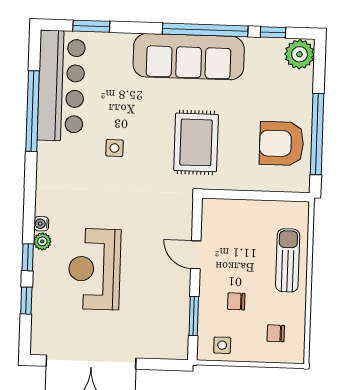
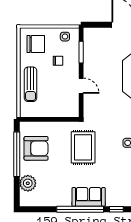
window: (273, 32) -> (116, 209), moved
plant: (300, 54) -> (28, 183), moved
sofa: (189, 57) -> (89, 197), width x0.54, depth x0.79
chair: (276, 333) -> (36, 44), width x1.87, depth x1.87

